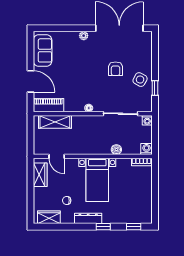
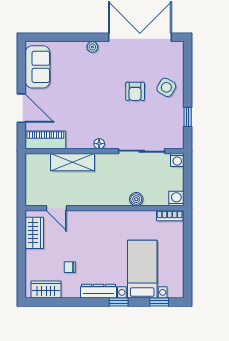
side table: (140, 80) -> (166, 87), moved
shelving: (55, 122) -> (72, 162), moved
bed with nightstands: (97, 180) -> (142, 269), moved, turned 180

